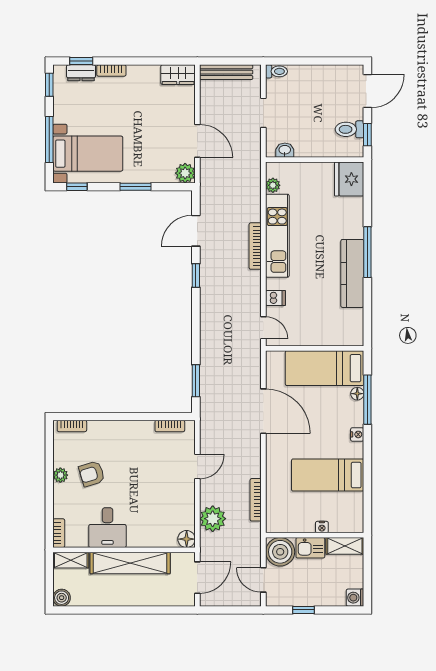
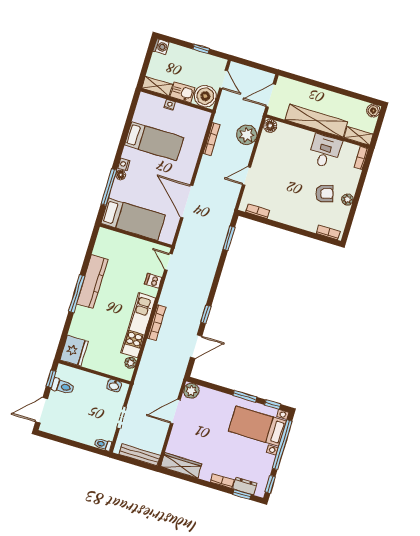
wardrobe: (178, 75) -> (181, 465), width x1.50
window: (49, 139) -> (282, 445), width x1.46
door: (197, 141) -> (175, 411), hinge flipped
window: (136, 187) -> (245, 396), moved
floor lamp: (357, 394) -> (121, 175), moved

